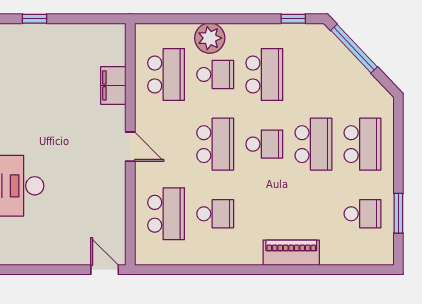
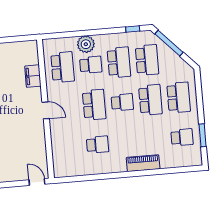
school desk: (166, 214) -> (147, 60), moved

